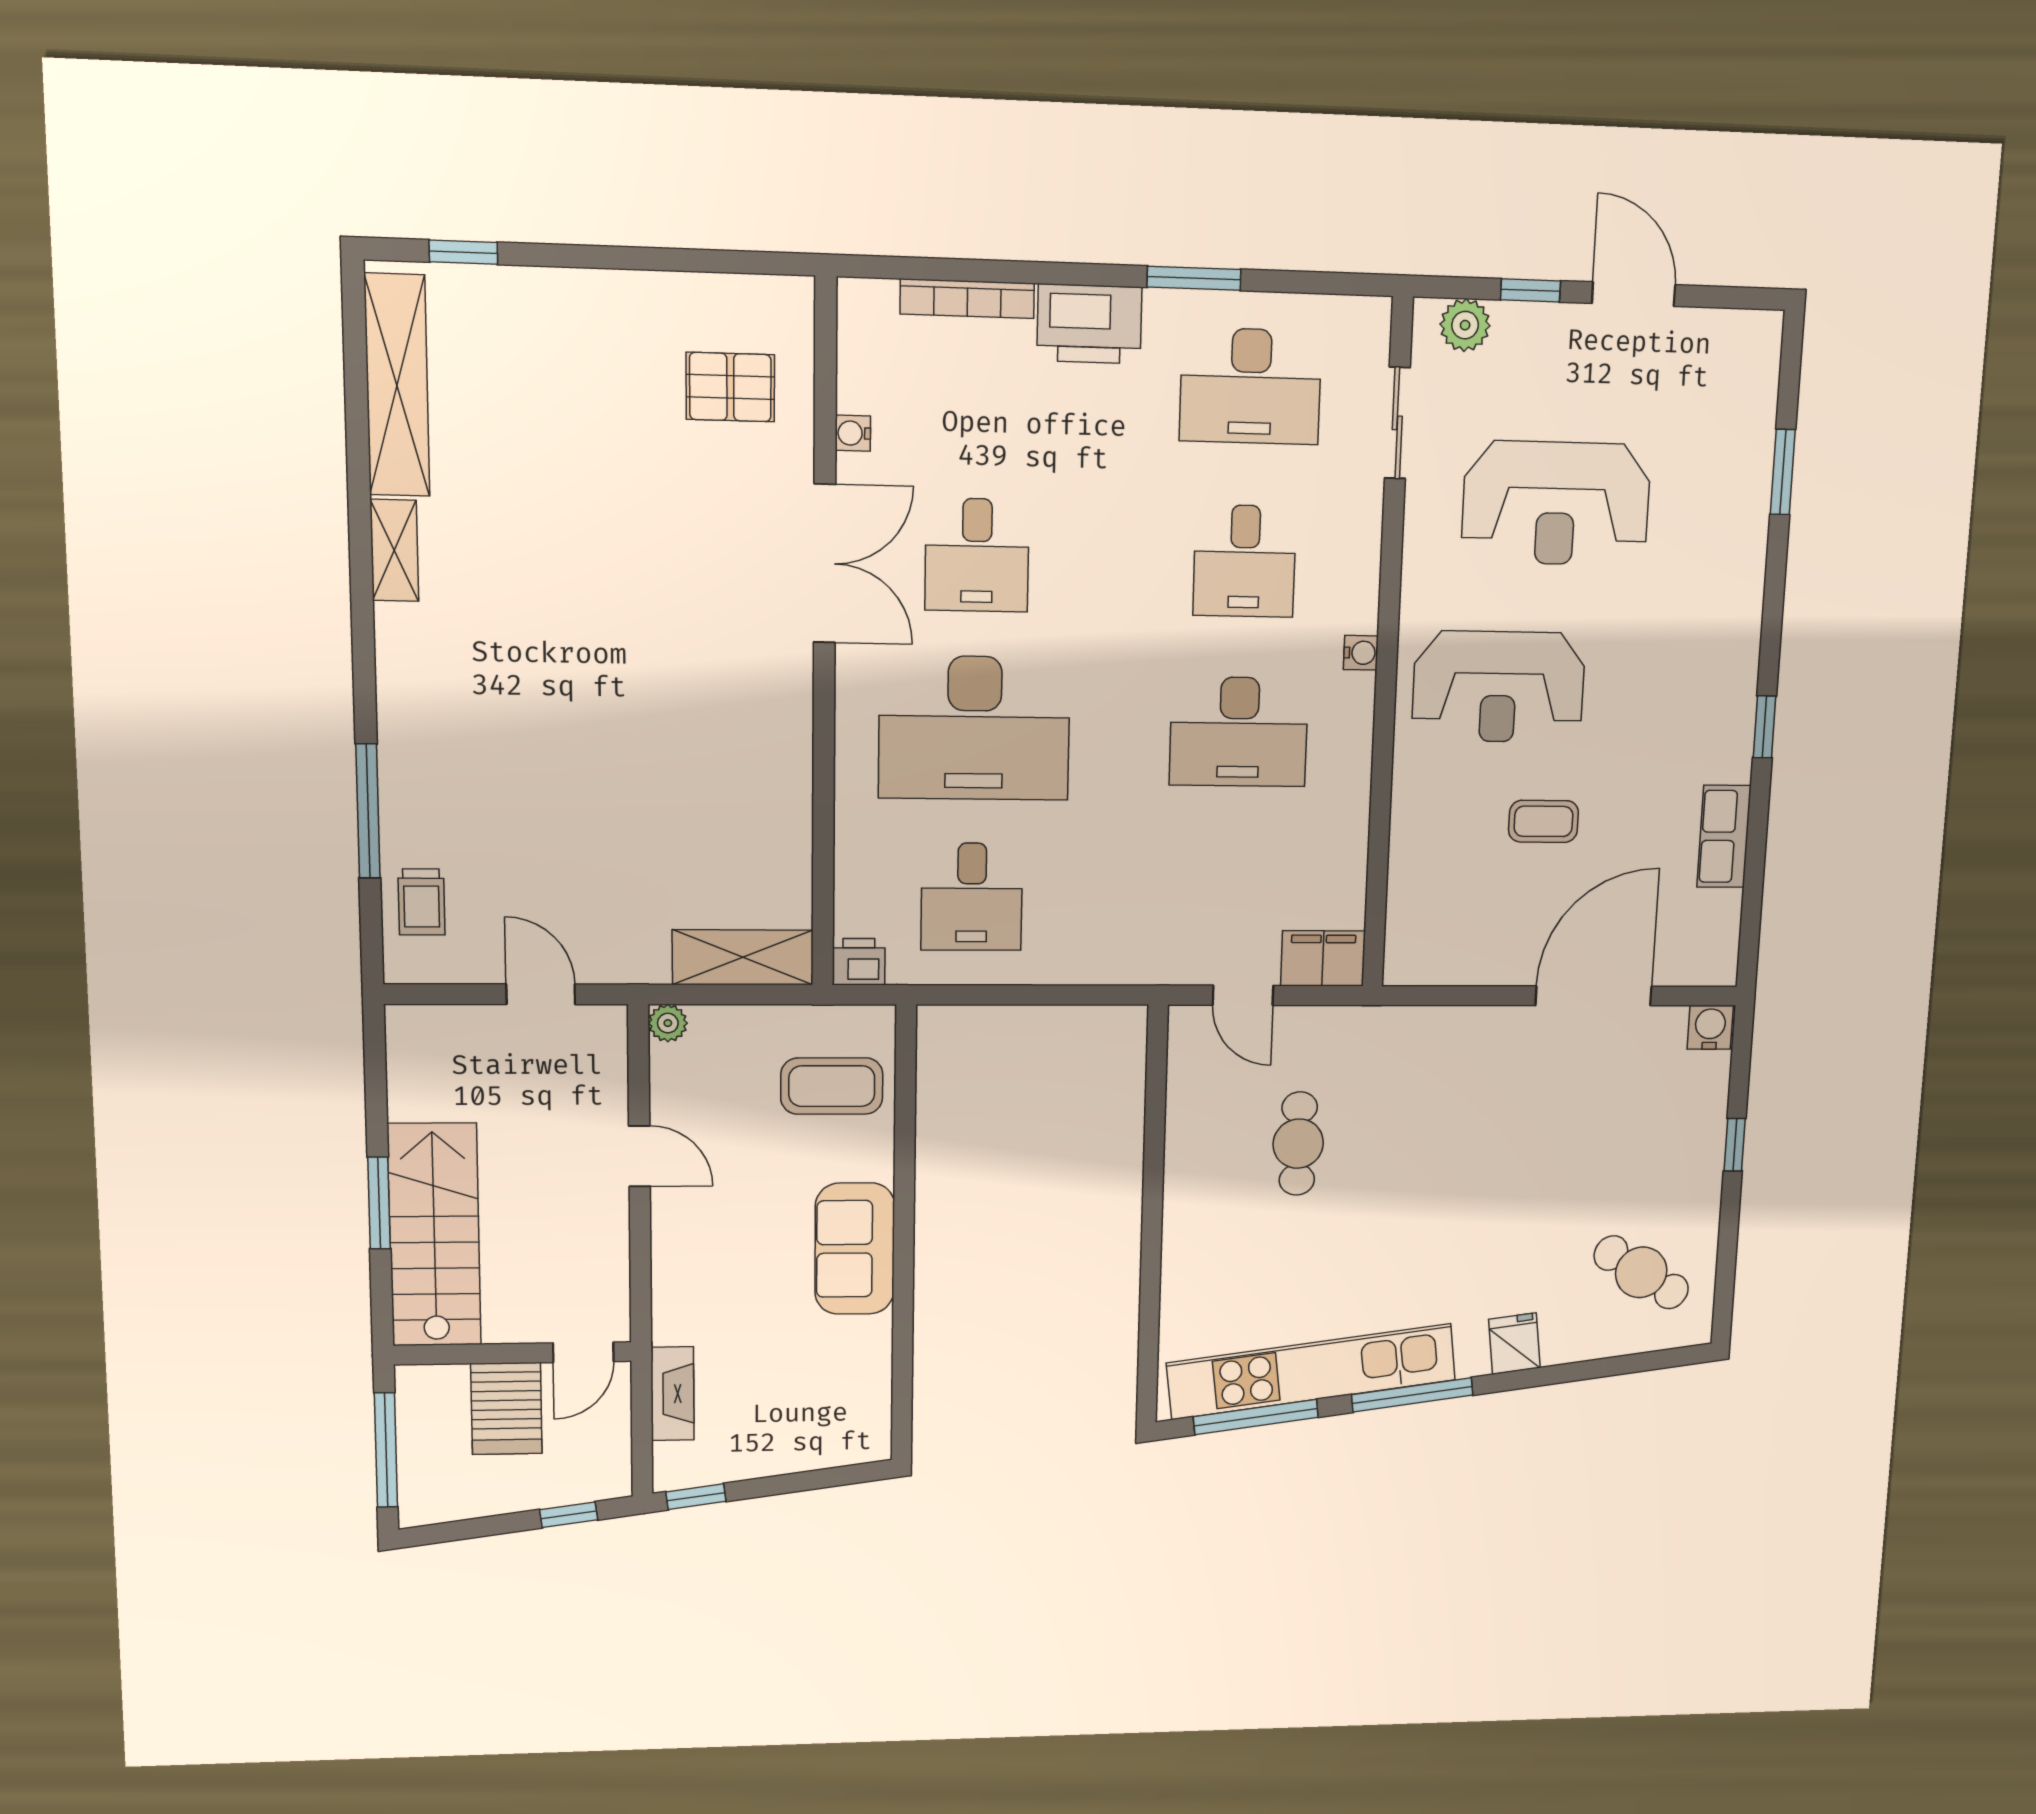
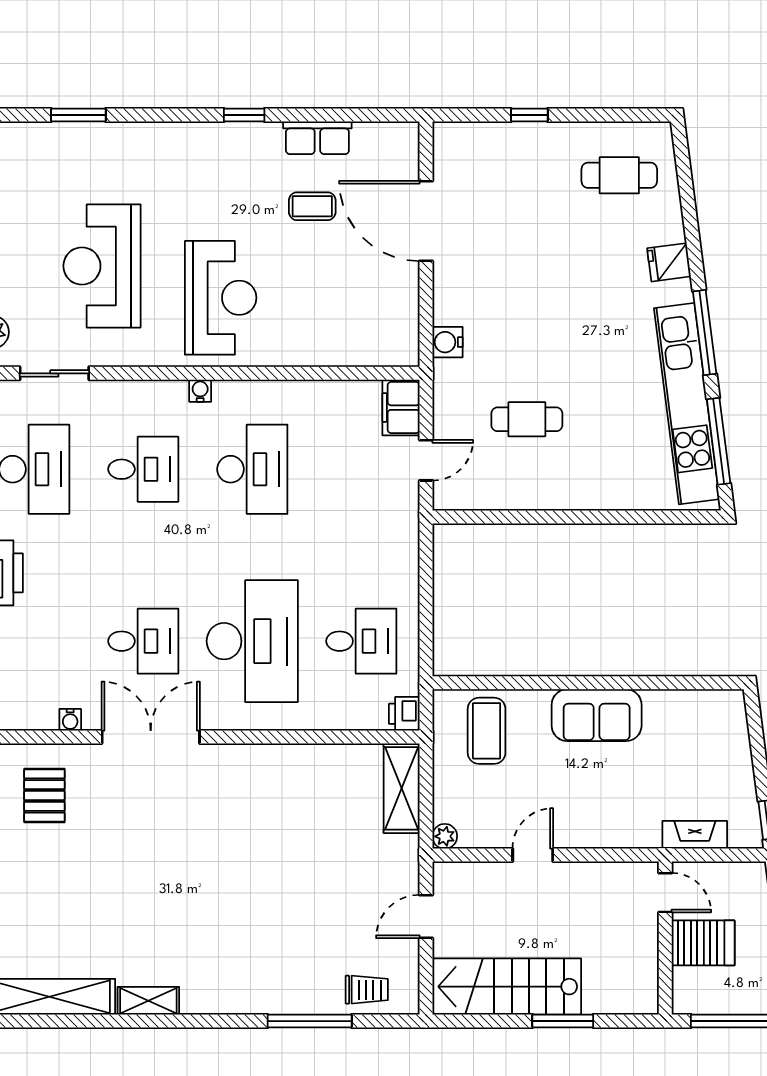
reception desk: (1556, 503) -> (102, 266), turned 180
coffee table: (1543, 821) -> (312, 206), moved, turned 90
water cooler: (1710, 1027) -> (447, 342), moved
stairs: (434, 1235) -> (507, 987), moved
cafe table: (1641, 1272) -> (619, 175), turned 58

